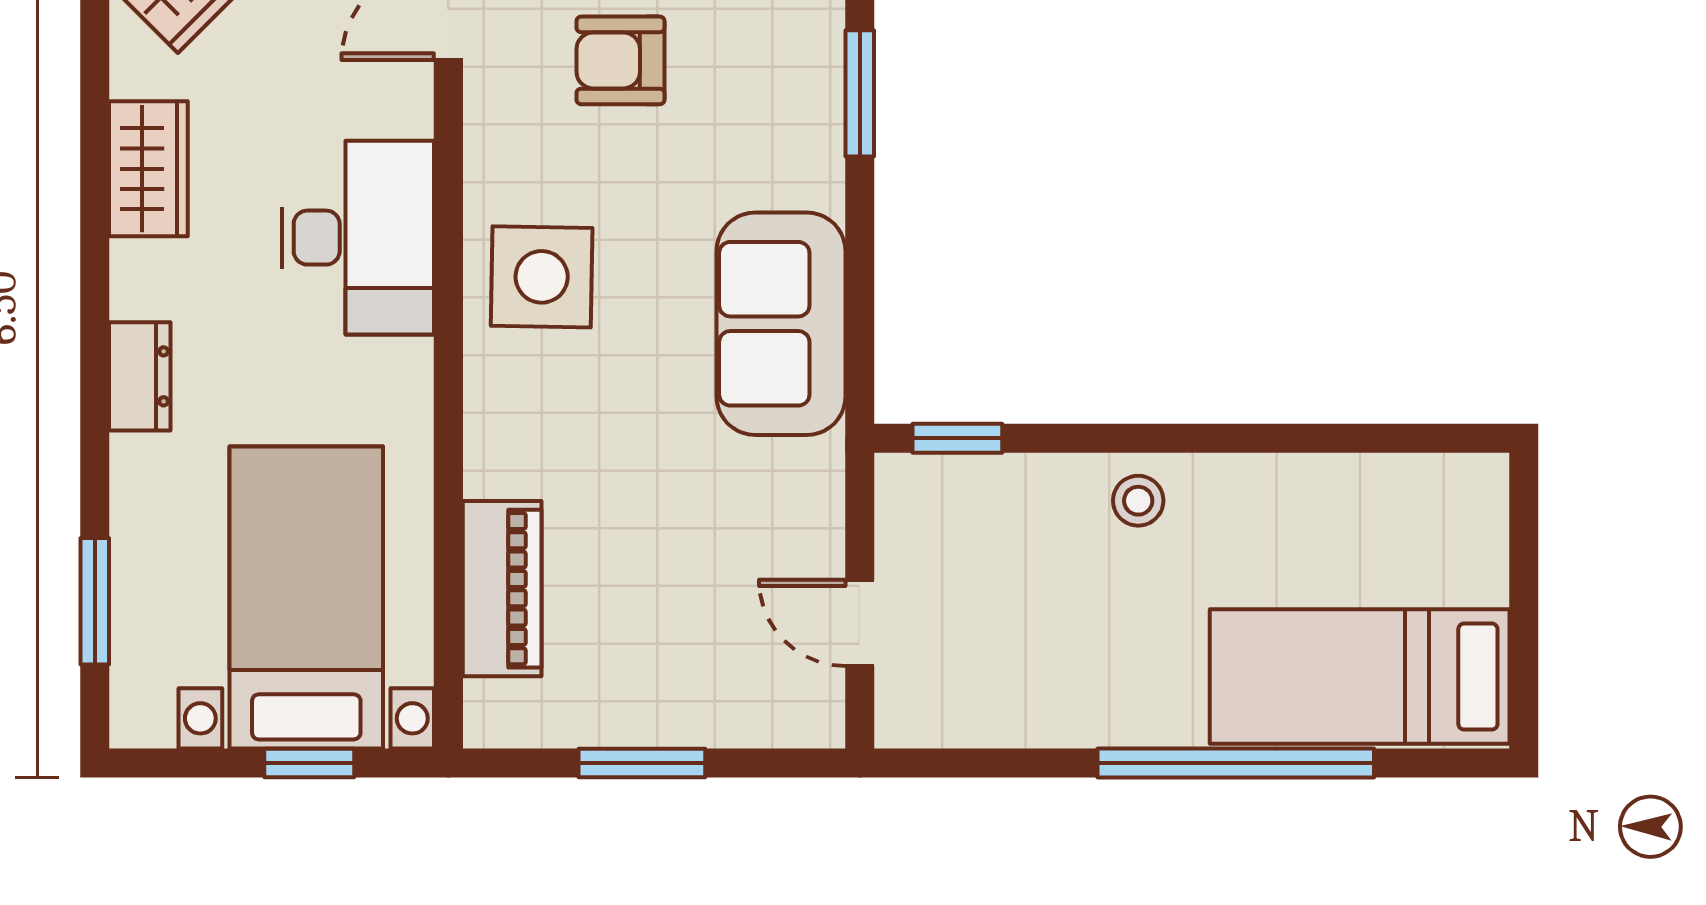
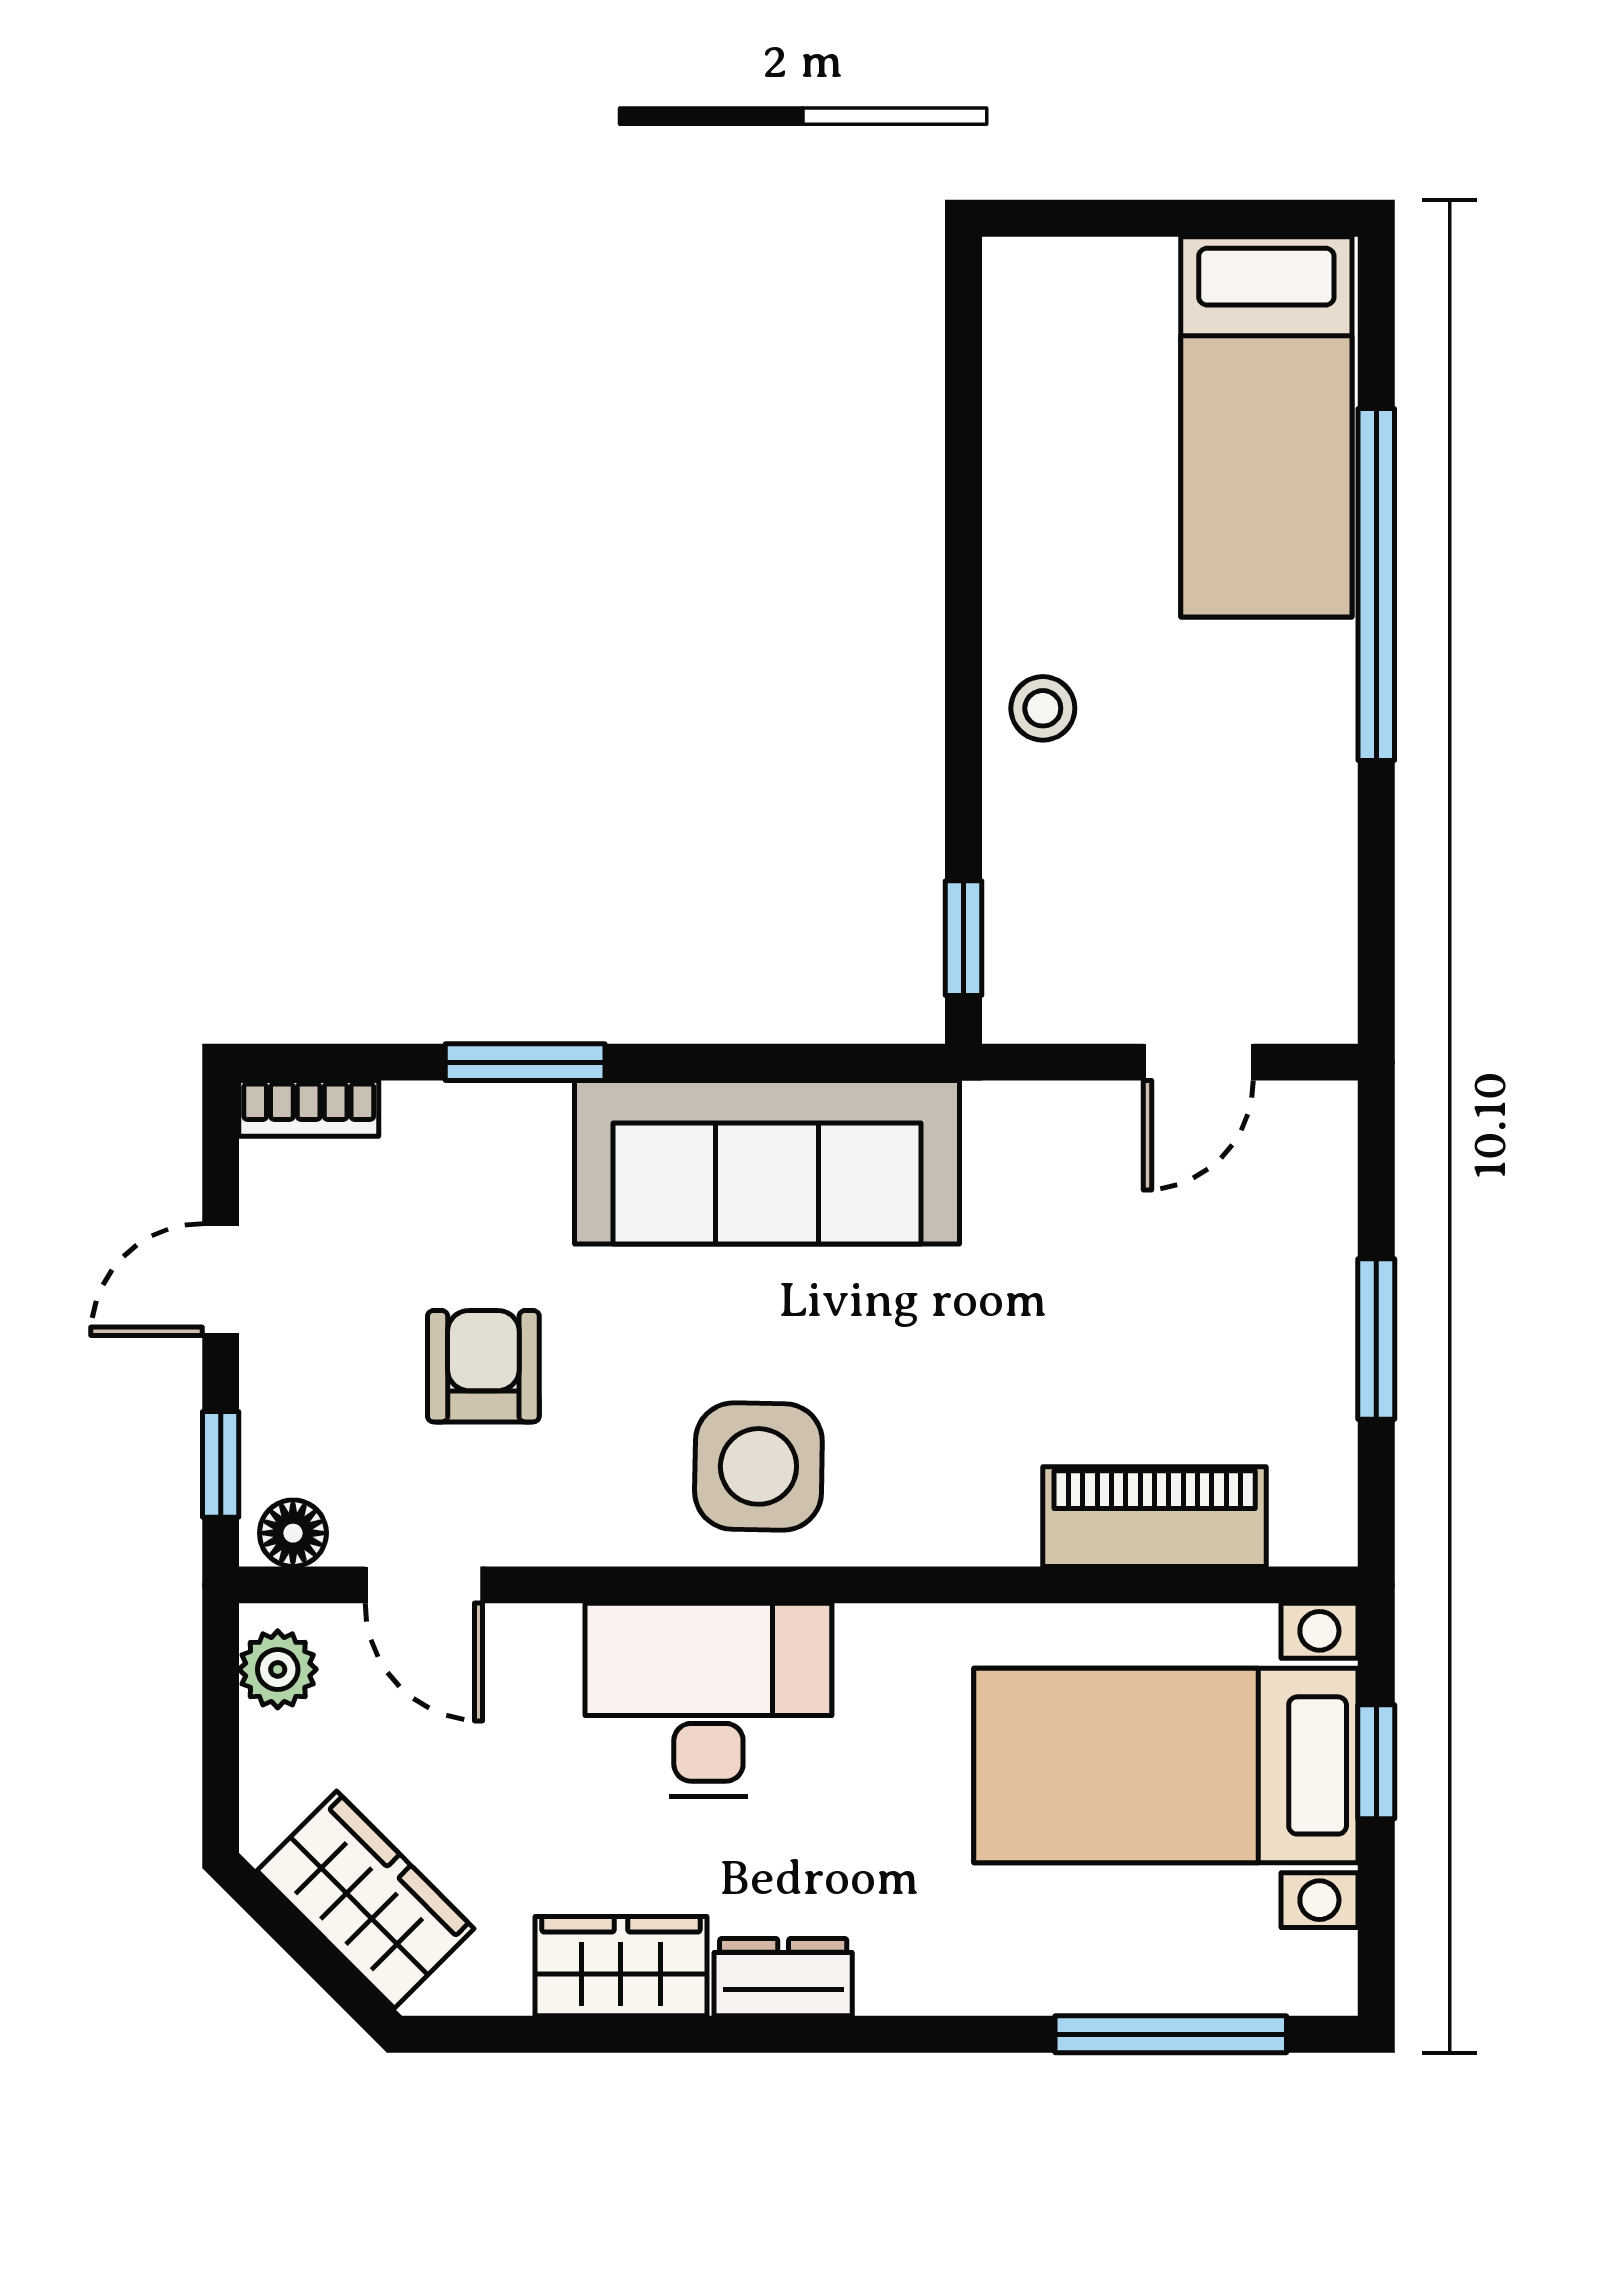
armchair: (620, 60) -> (483, 1366), turned 180
sofa: (781, 324) -> (767, 1162), width x1.36
dresser: (140, 376) -> (783, 1977), moved
window: (95, 601) -> (1171, 2034), width x1.44

